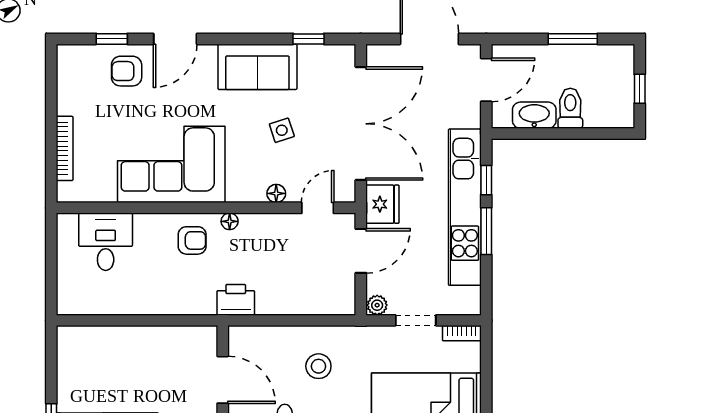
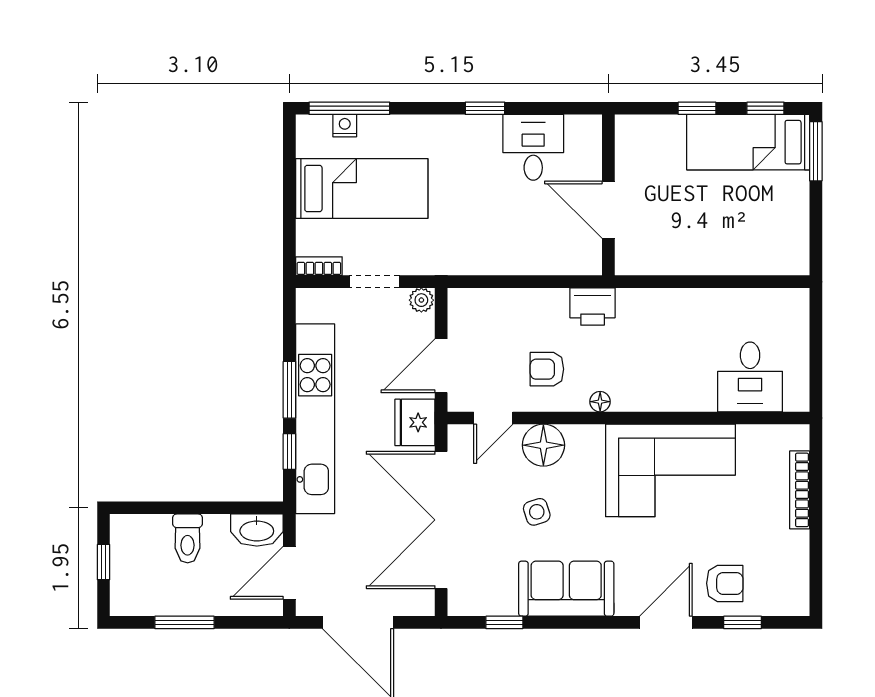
washbasin: (534, 115) -> (257, 530), moved
floor lamp: (276, 193) -> (543, 445), width x1.89, depth x1.89
armchair: (192, 240) -> (547, 369), moved
stool: (318, 366) -> (492, 226), removed

